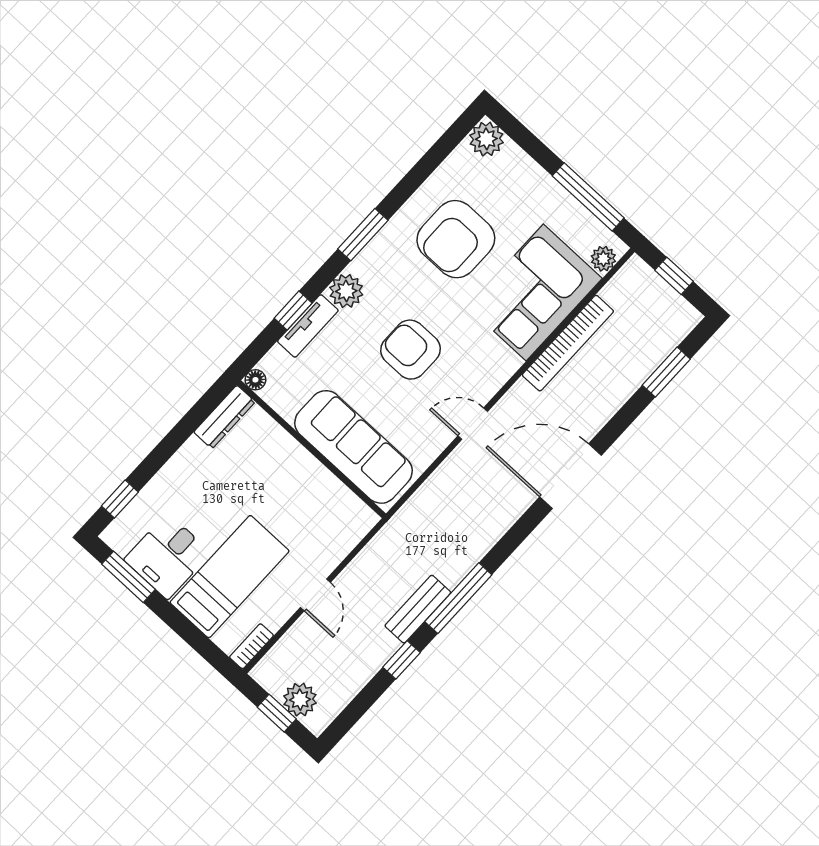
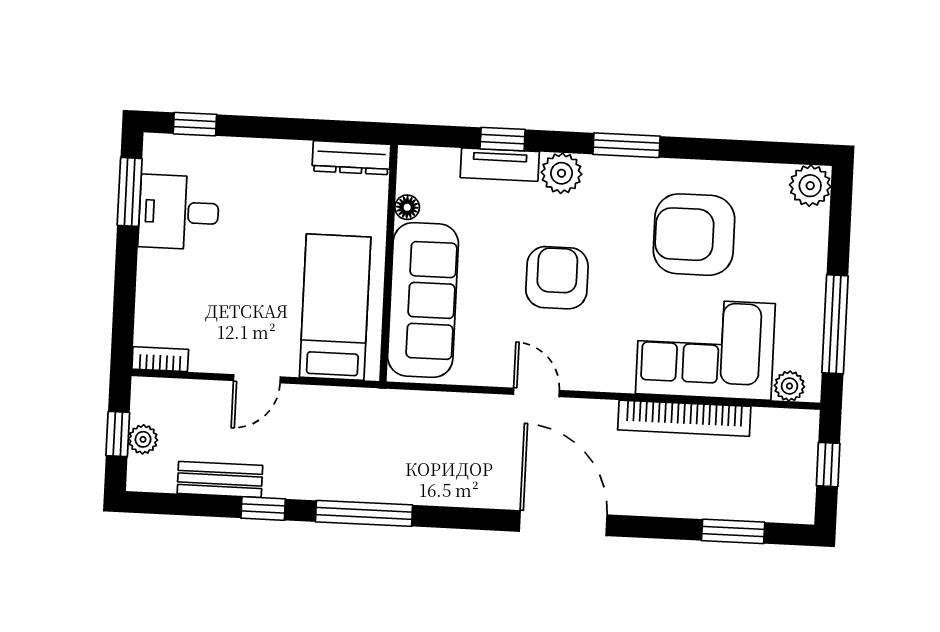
floor lamp: (255, 380) -> (407, 207), moved
bed: (230, 577) -> (335, 307), moved, turned -90
bench: (418, 609) -> (220, 479), moved
plant: (300, 700) -> (143, 439), width x0.73, depth x0.73

